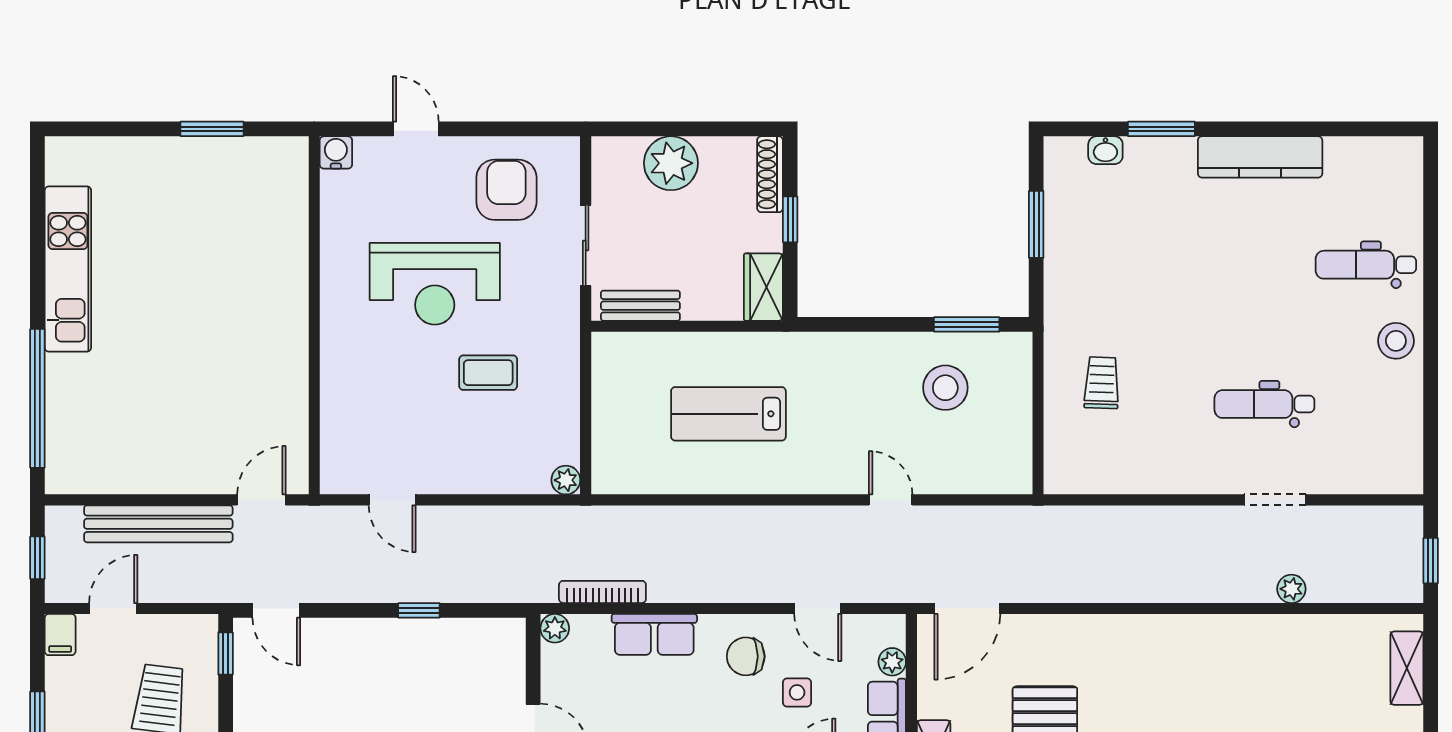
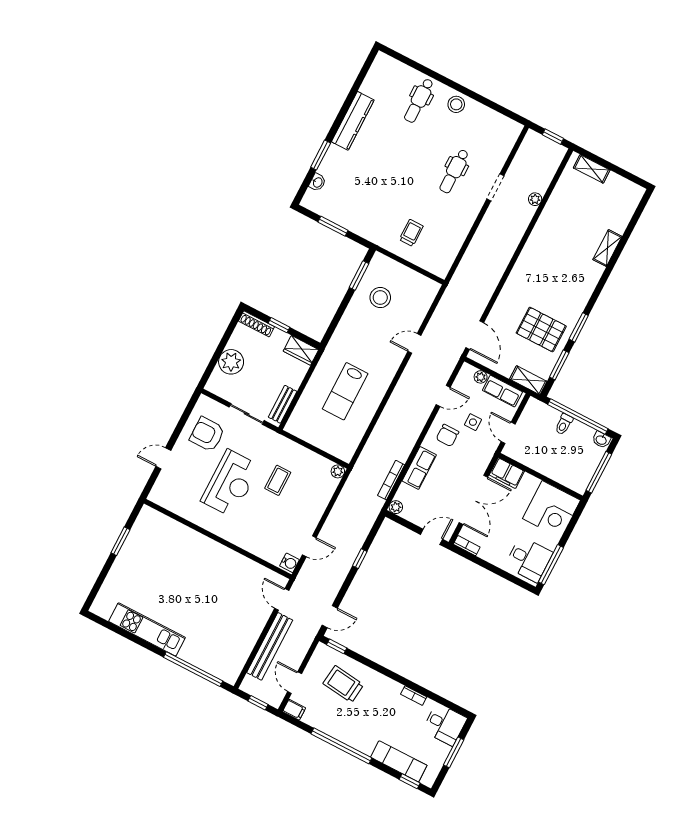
water cooler: (336, 152) -> (289, 563), moved, turned 180
trolley: (1102, 383) -> (411, 233), turned 88

